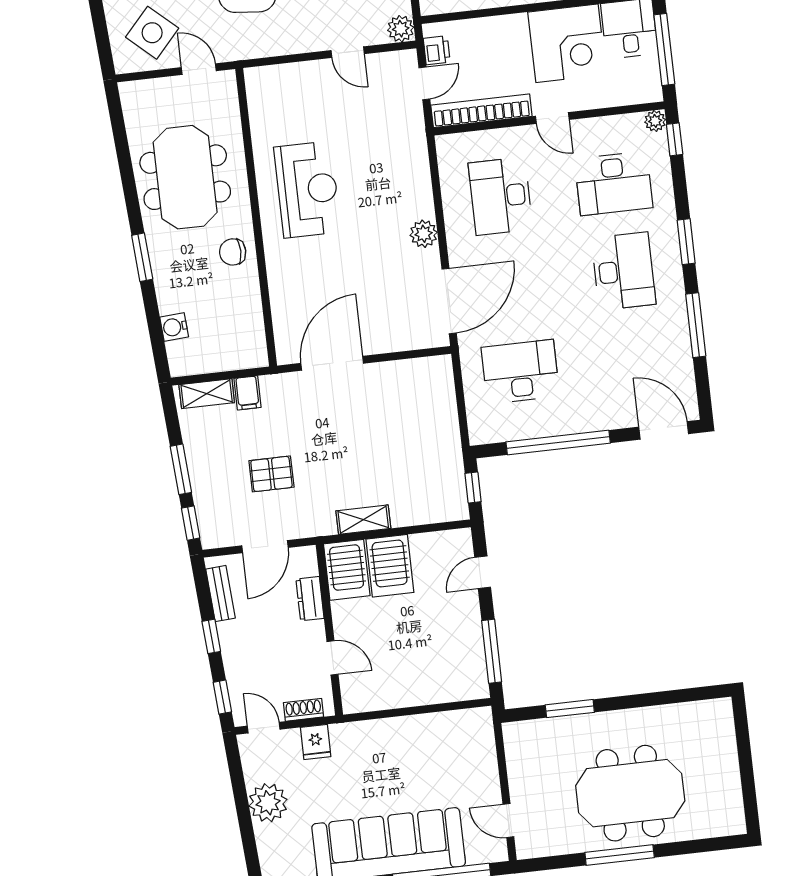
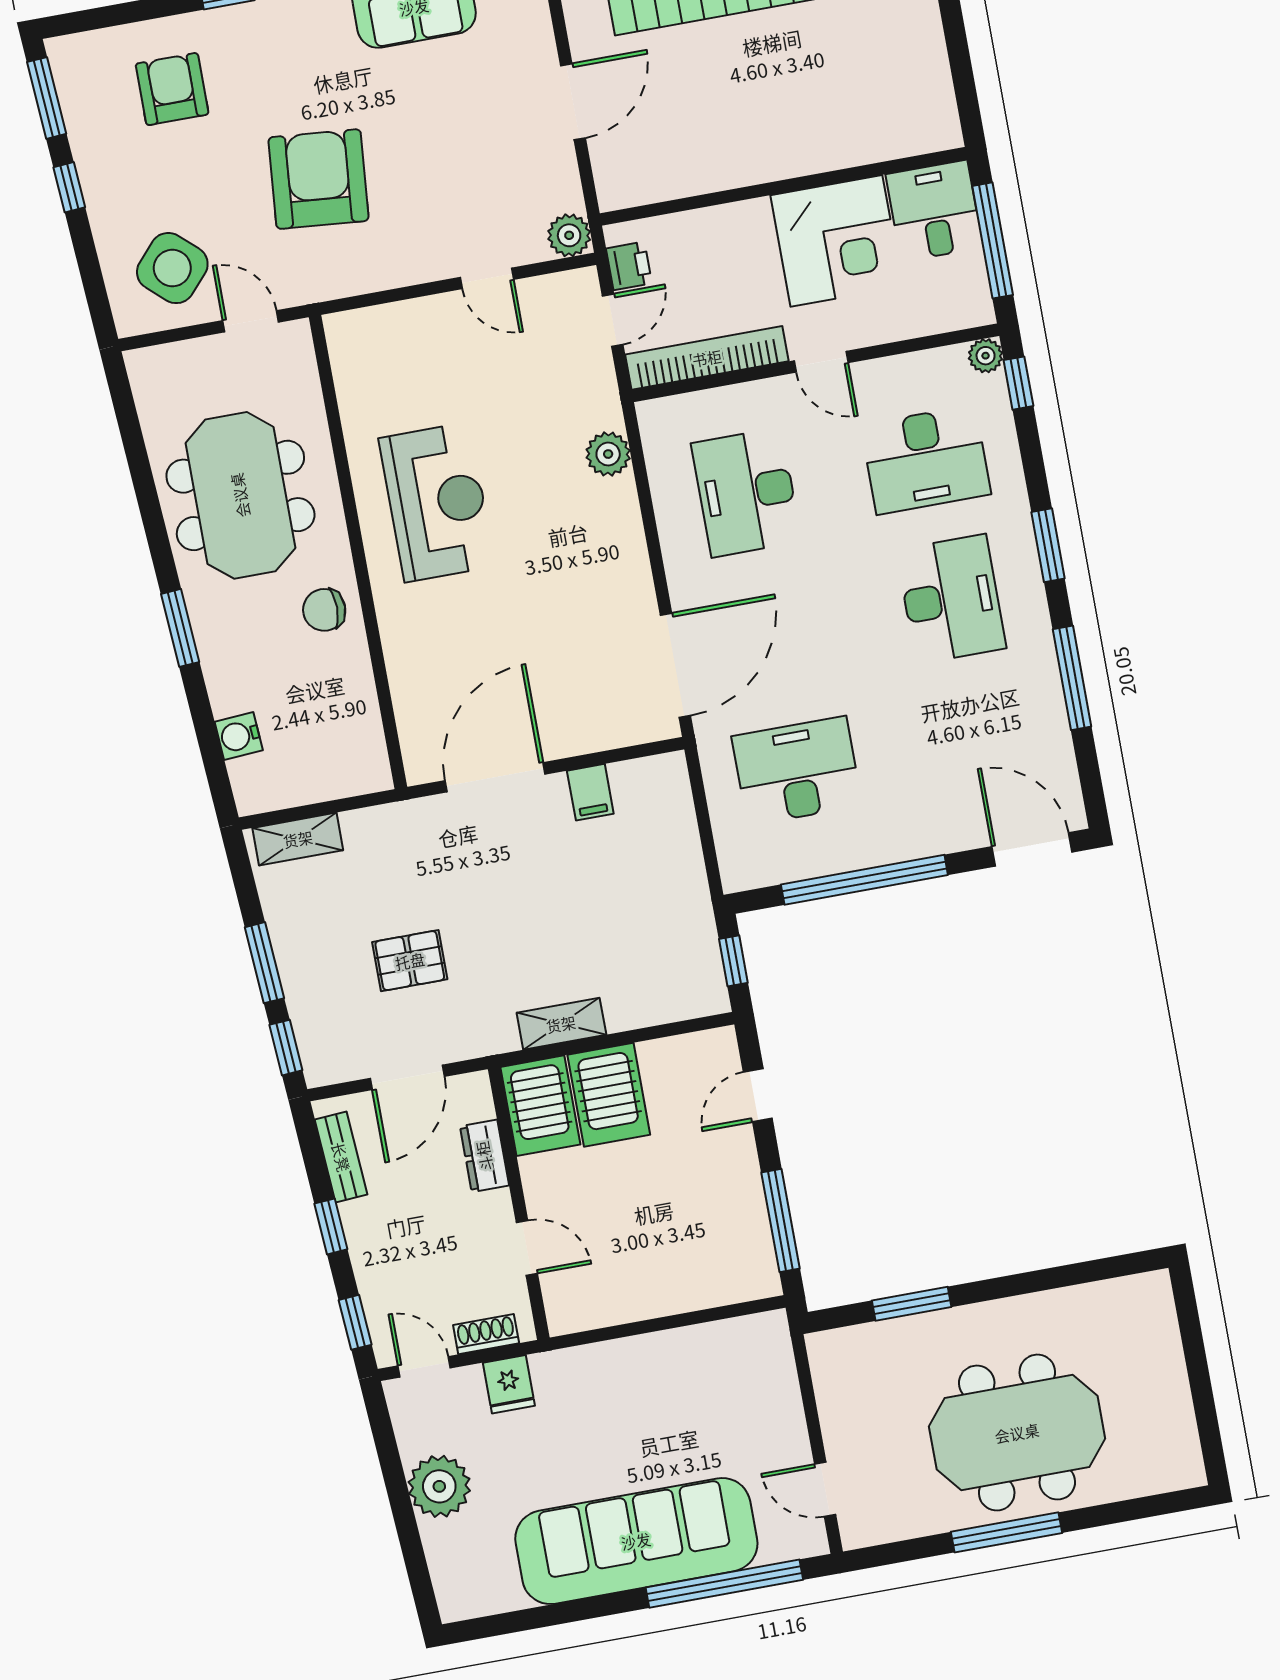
plant: (424, 234) -> (608, 454), moved
filing cabinet: (247, 393) -> (590, 792), moved

